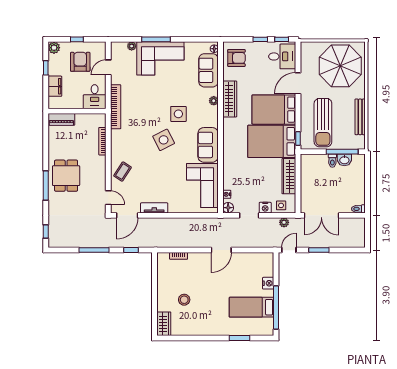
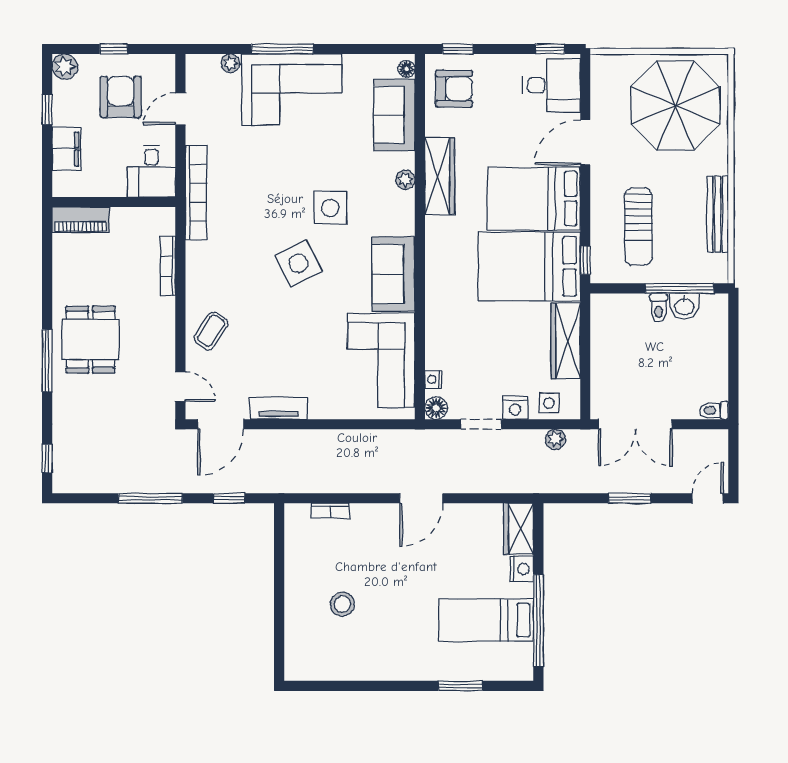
window: (260, 39) -> (458, 49), moved
sun lounger: (323, 123) -> (638, 226), width x0.73, depth x0.75
door: (289, 250) -> (708, 498), moved
wardrobe: (164, 324) -> (519, 529), moved, turned 180

